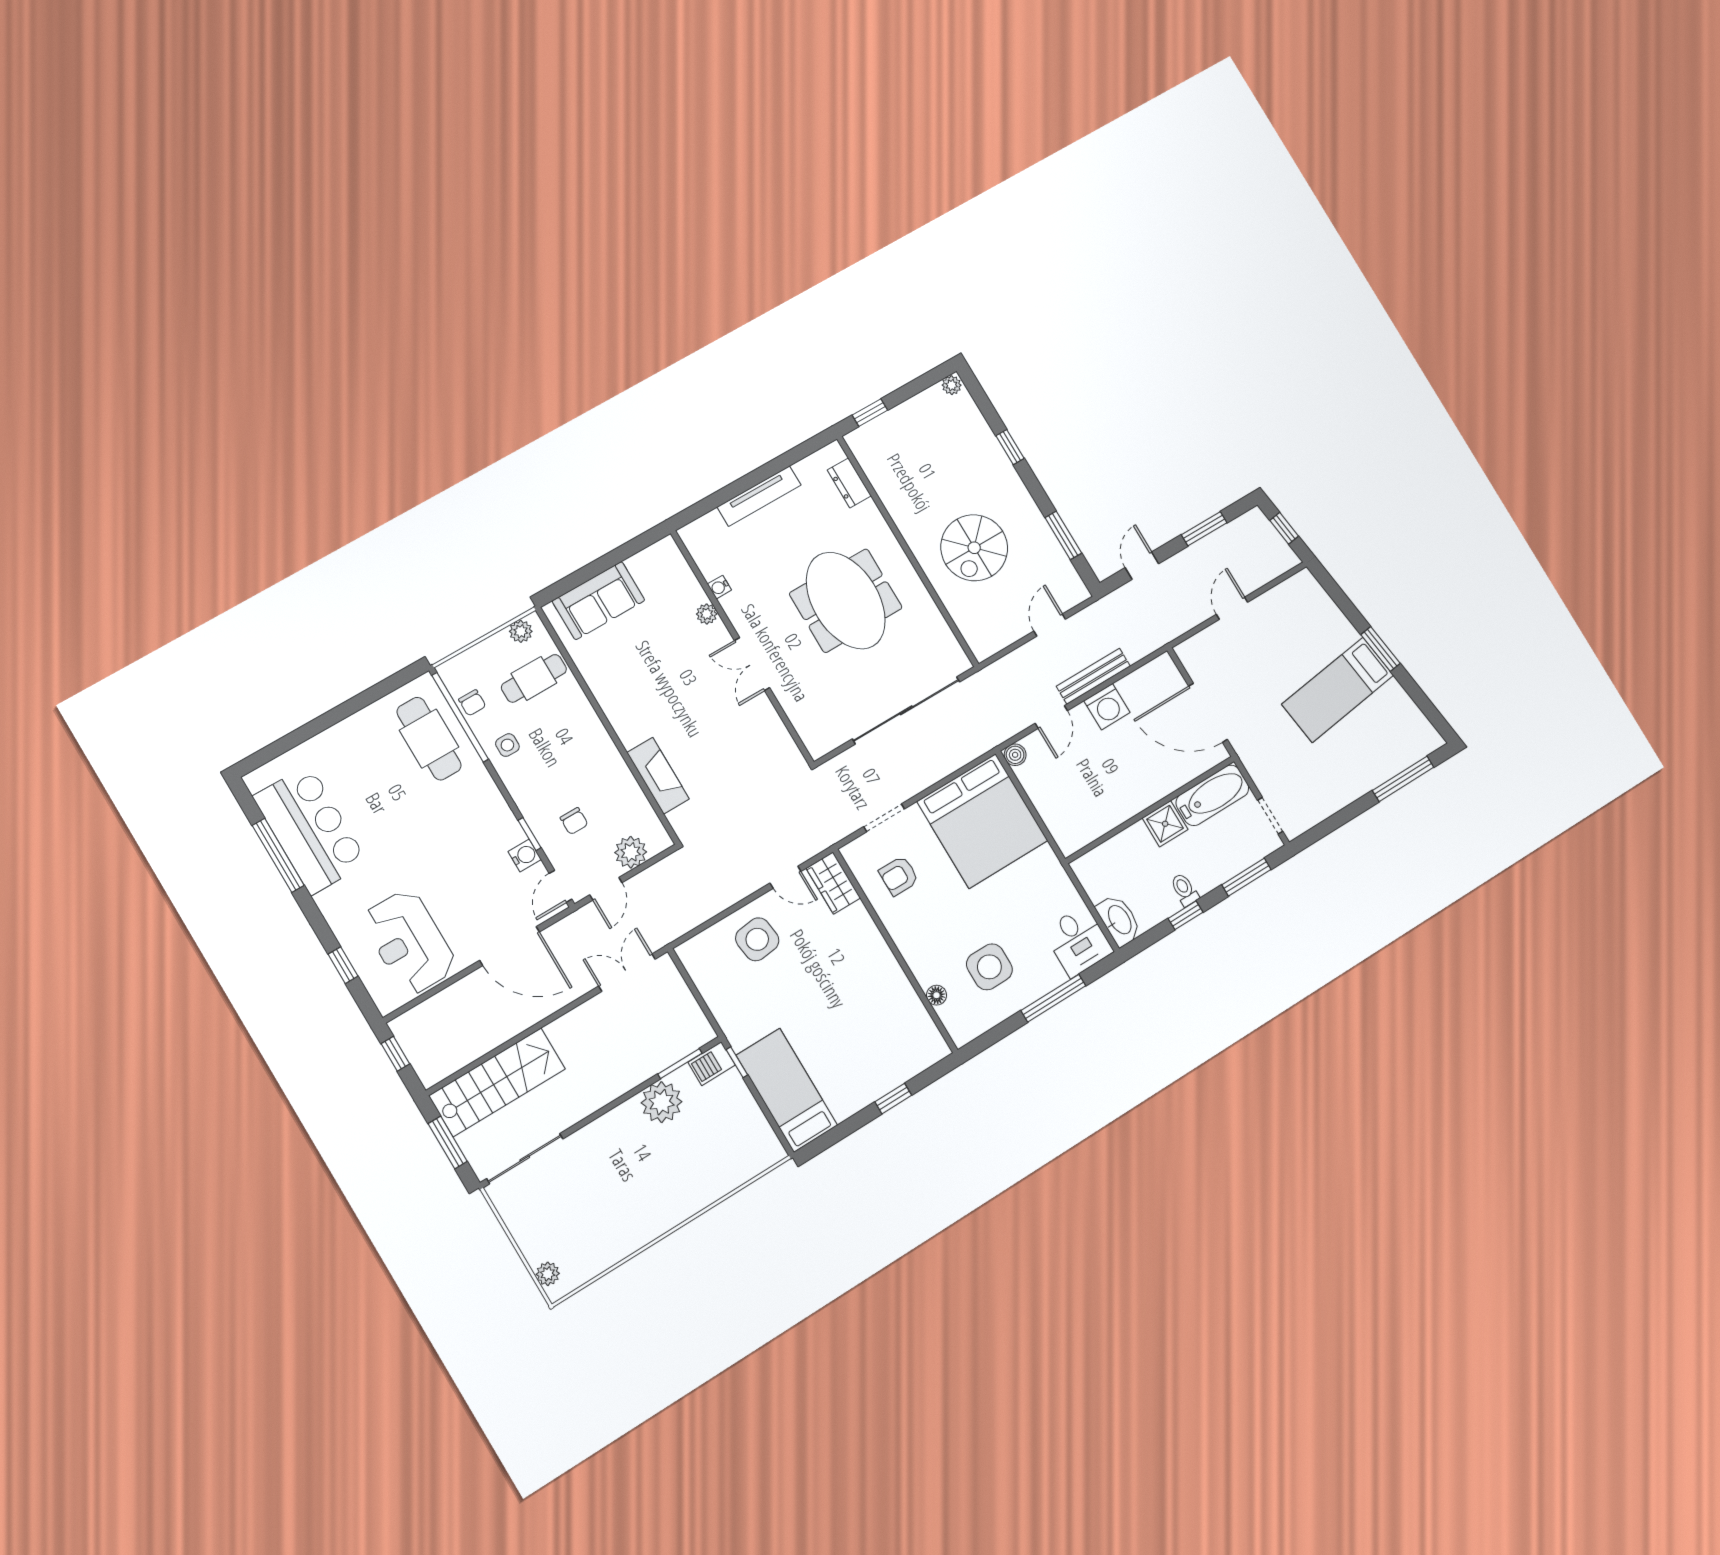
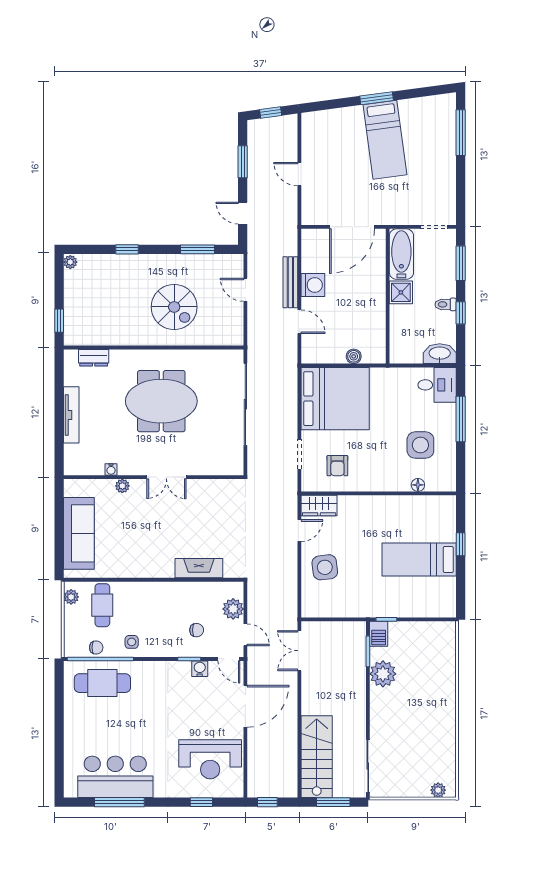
sofa: (599, 601) -> (79, 533), width x1.36
boiler: (1015, 755) -> (354, 356), moved
bed: (787, 1090) -> (419, 560), moved

